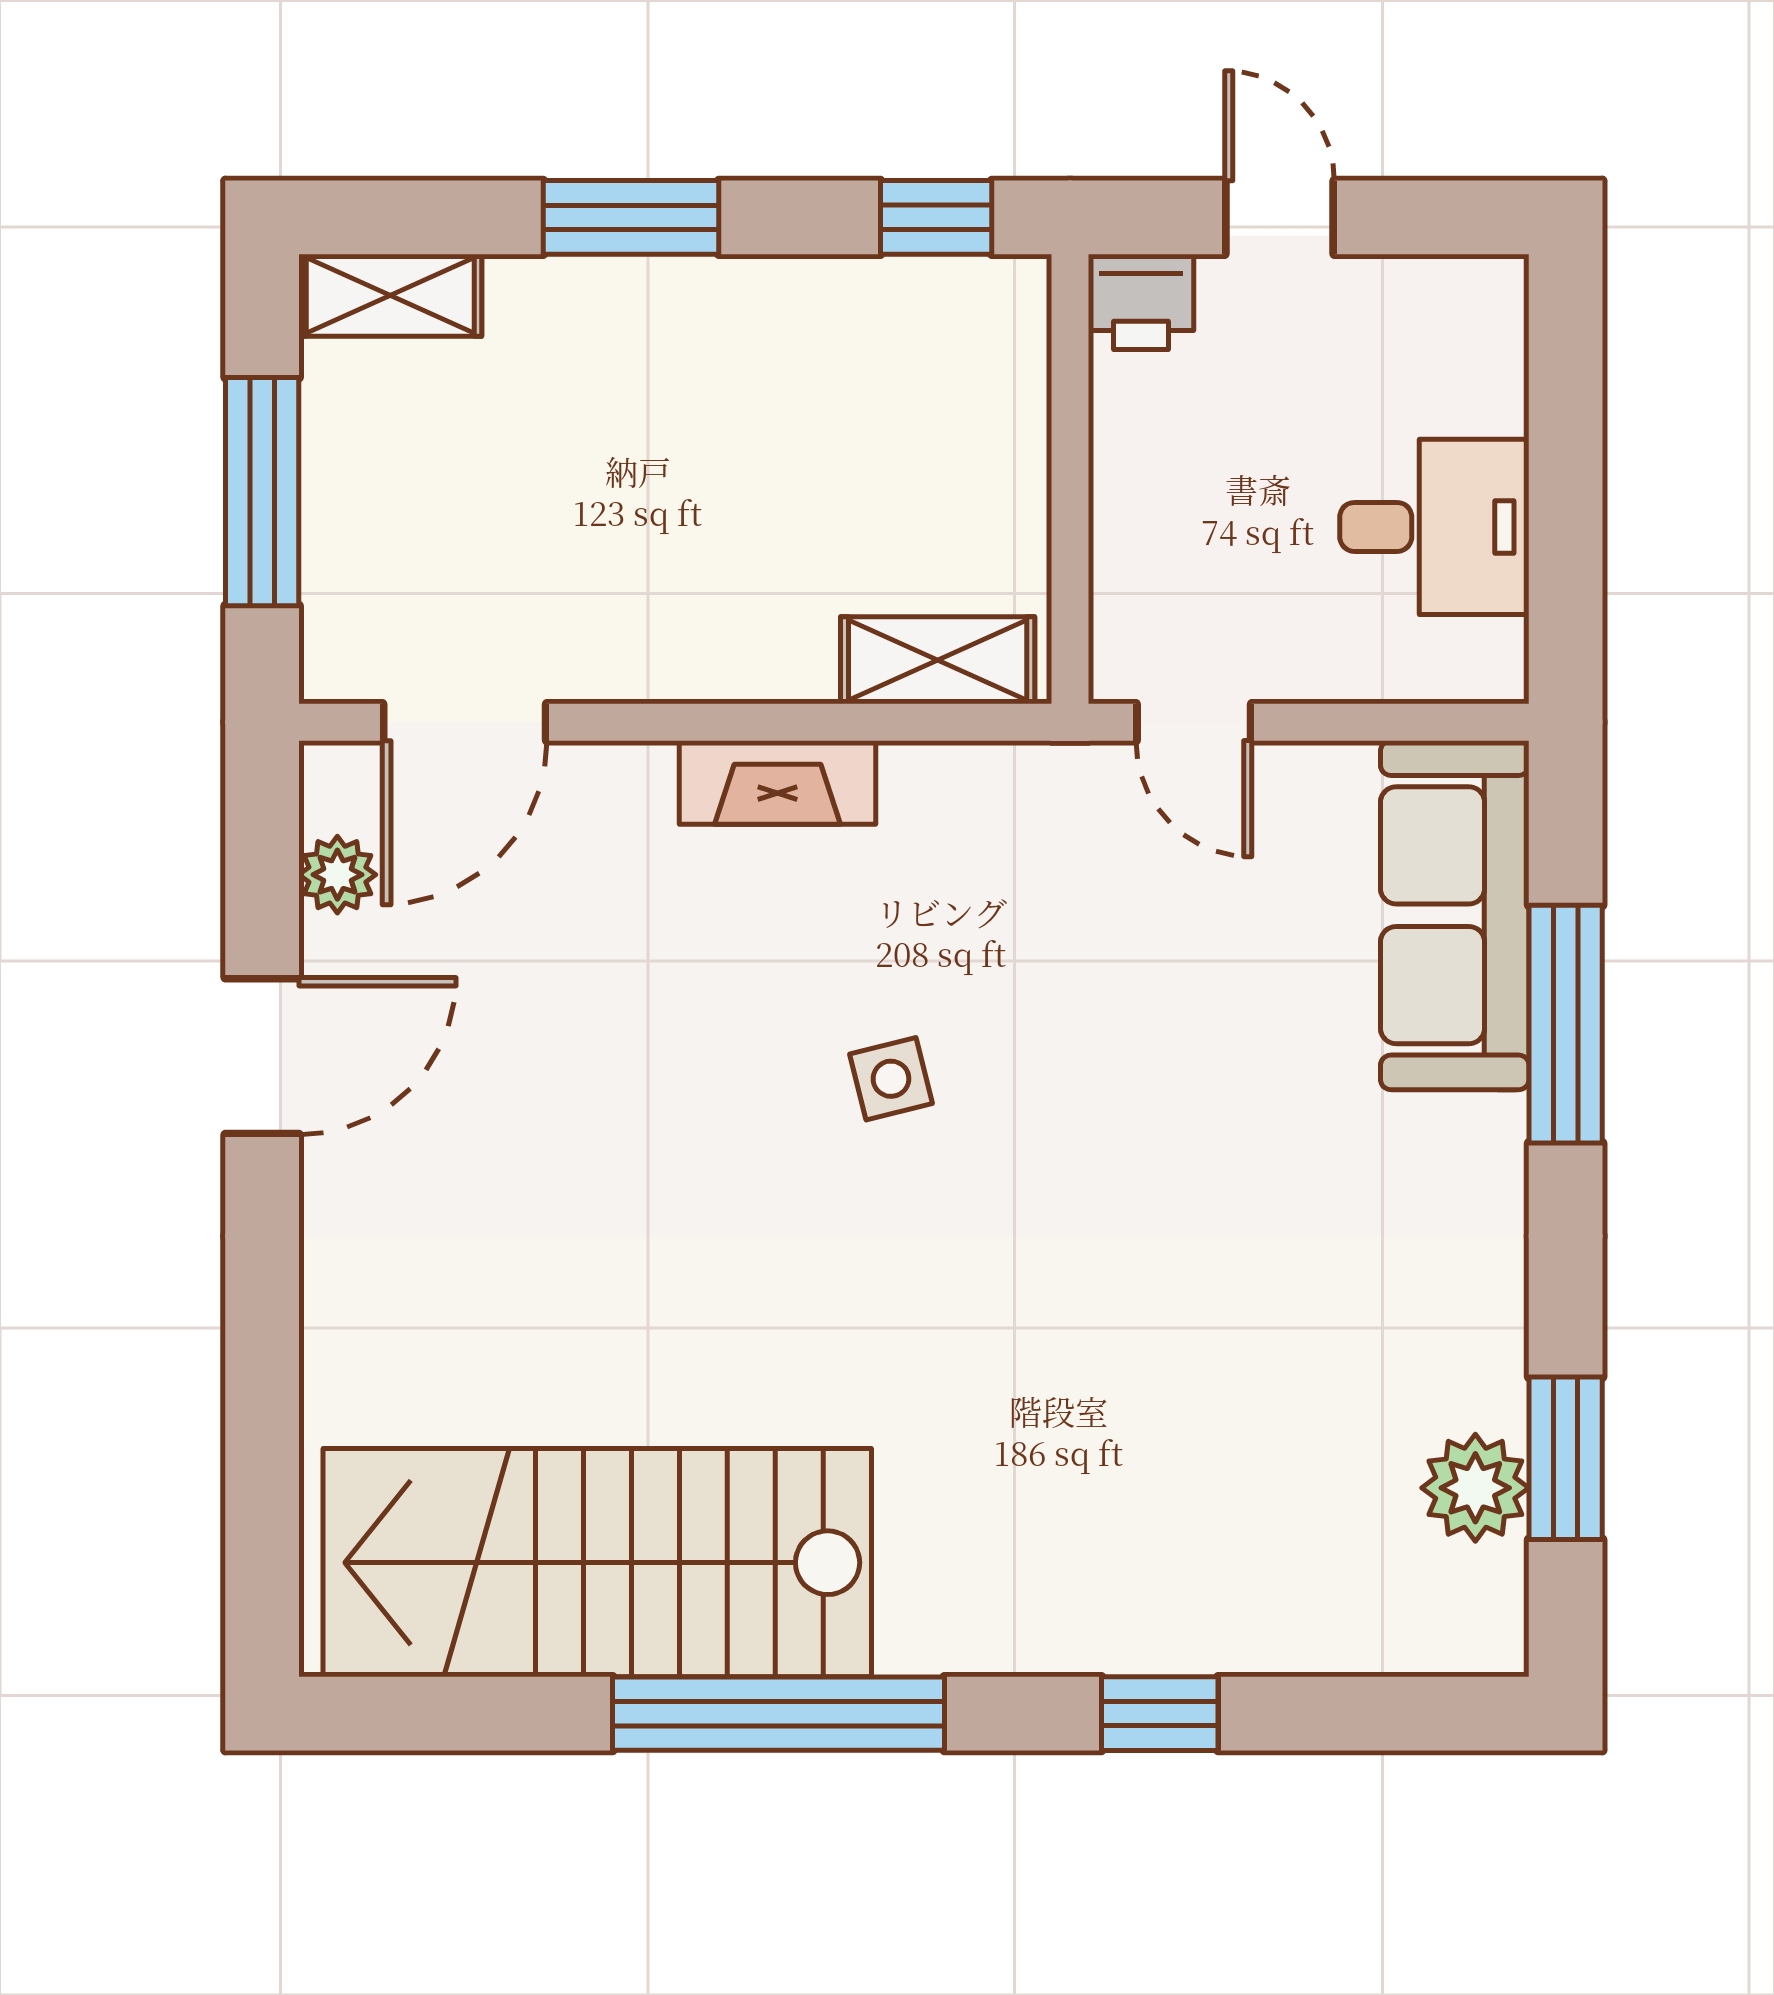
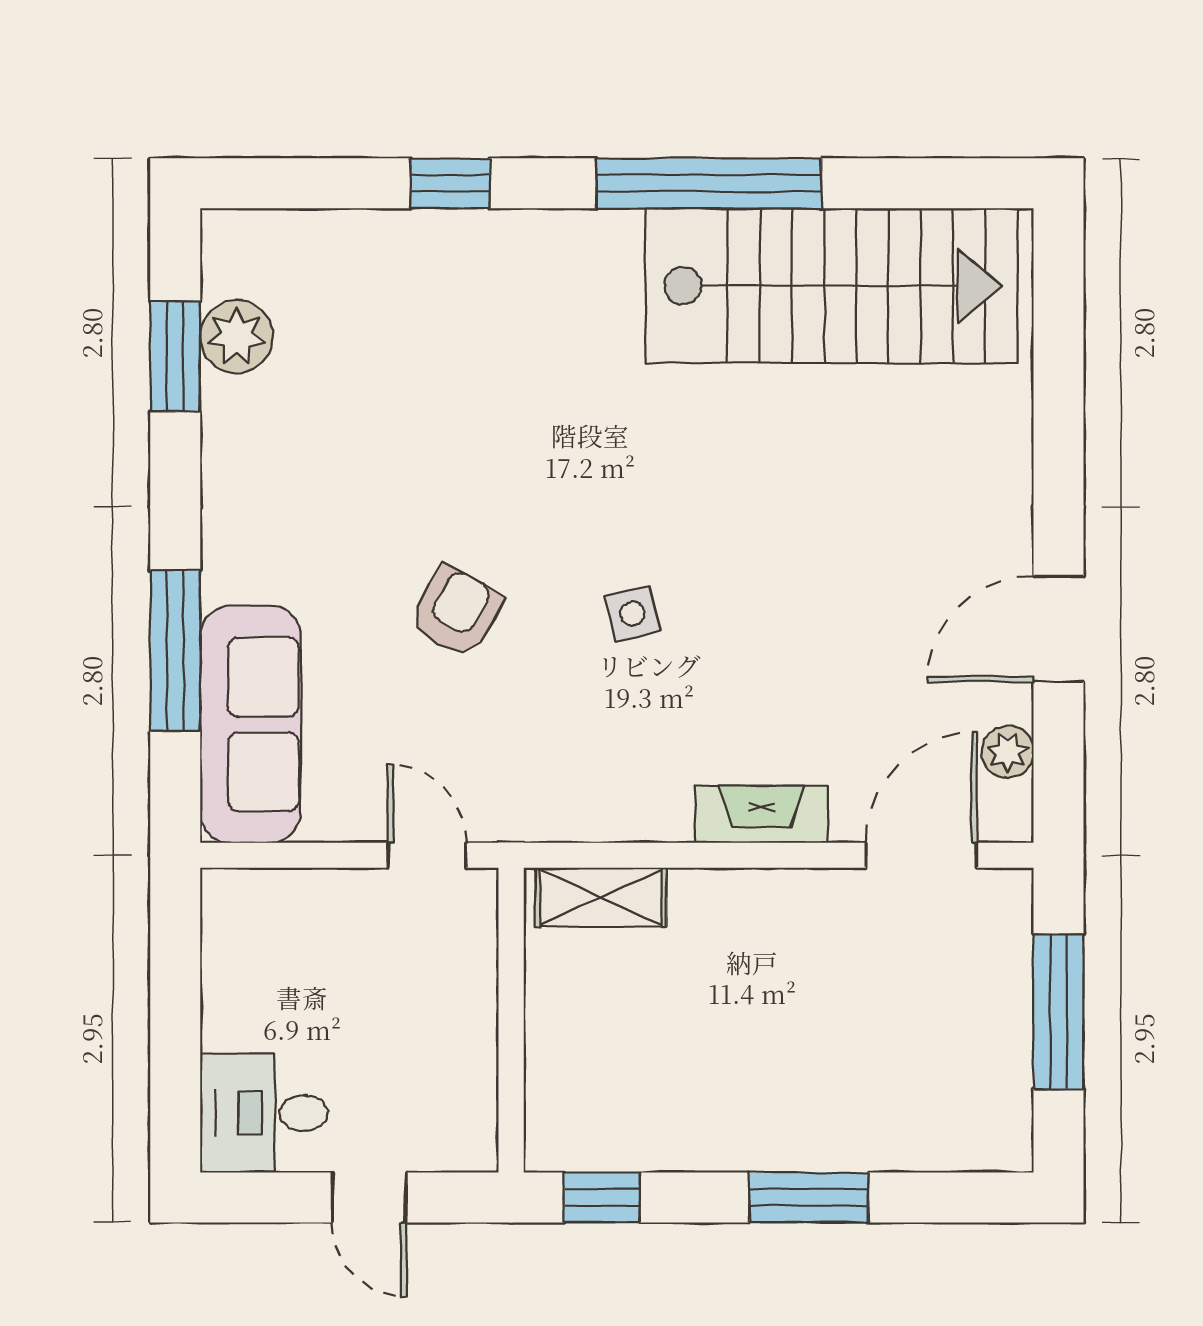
shelving: (390, 295) -> (972, 1145), removed
printer: (1141, 302) -> (463, 1140), removed
desk: (1434, 527) -> (264, 1113), moved
fireplace: (777, 783) -> (761, 814), moved
armchair: (1151, 1082) -> (456, 611), added

